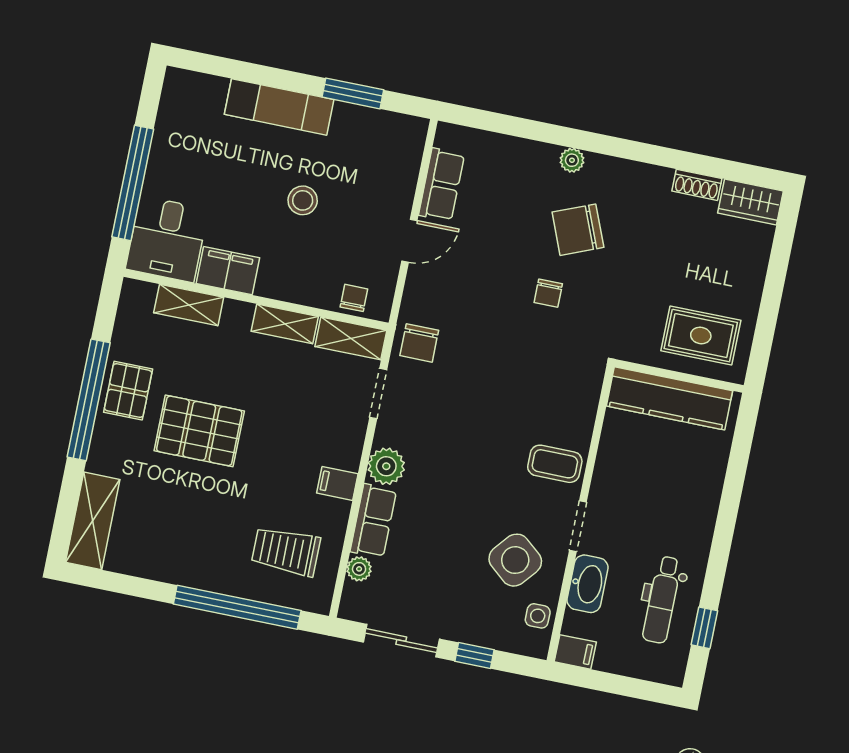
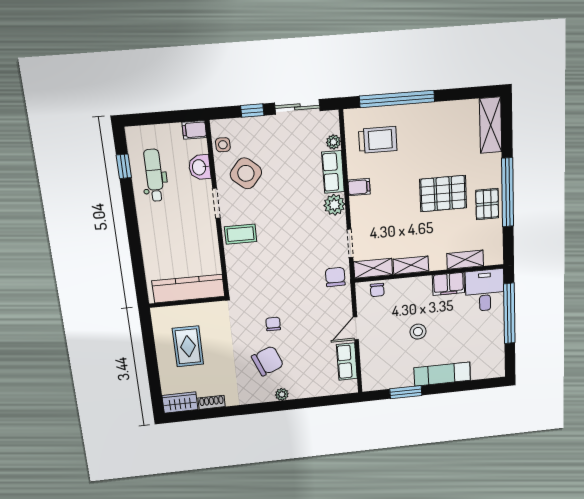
rug: (701, 335) -> (188, 346), moved, turned 90
washbasin: (587, 584) -> (200, 167), width x0.72

